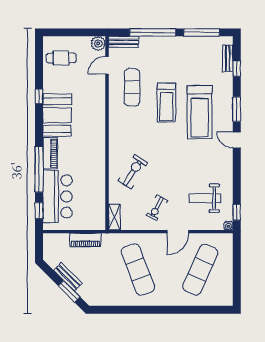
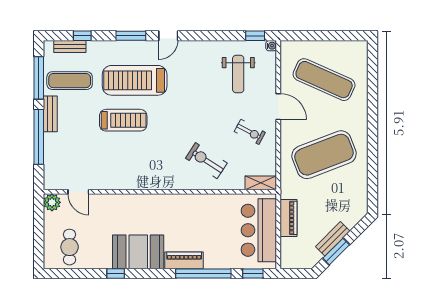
bench: (123, 42) -> (50, 114), moved
exercise mat: (132, 87) -> (70, 81), moved
treadmill: (200, 112) -> (135, 80), turned 180
bar counter: (58, 196) -> (259, 230), moved, turned -90
exercise mat: (138, 270) -> (324, 155), width x1.47
window: (69, 291) -> (336, 252), moved

